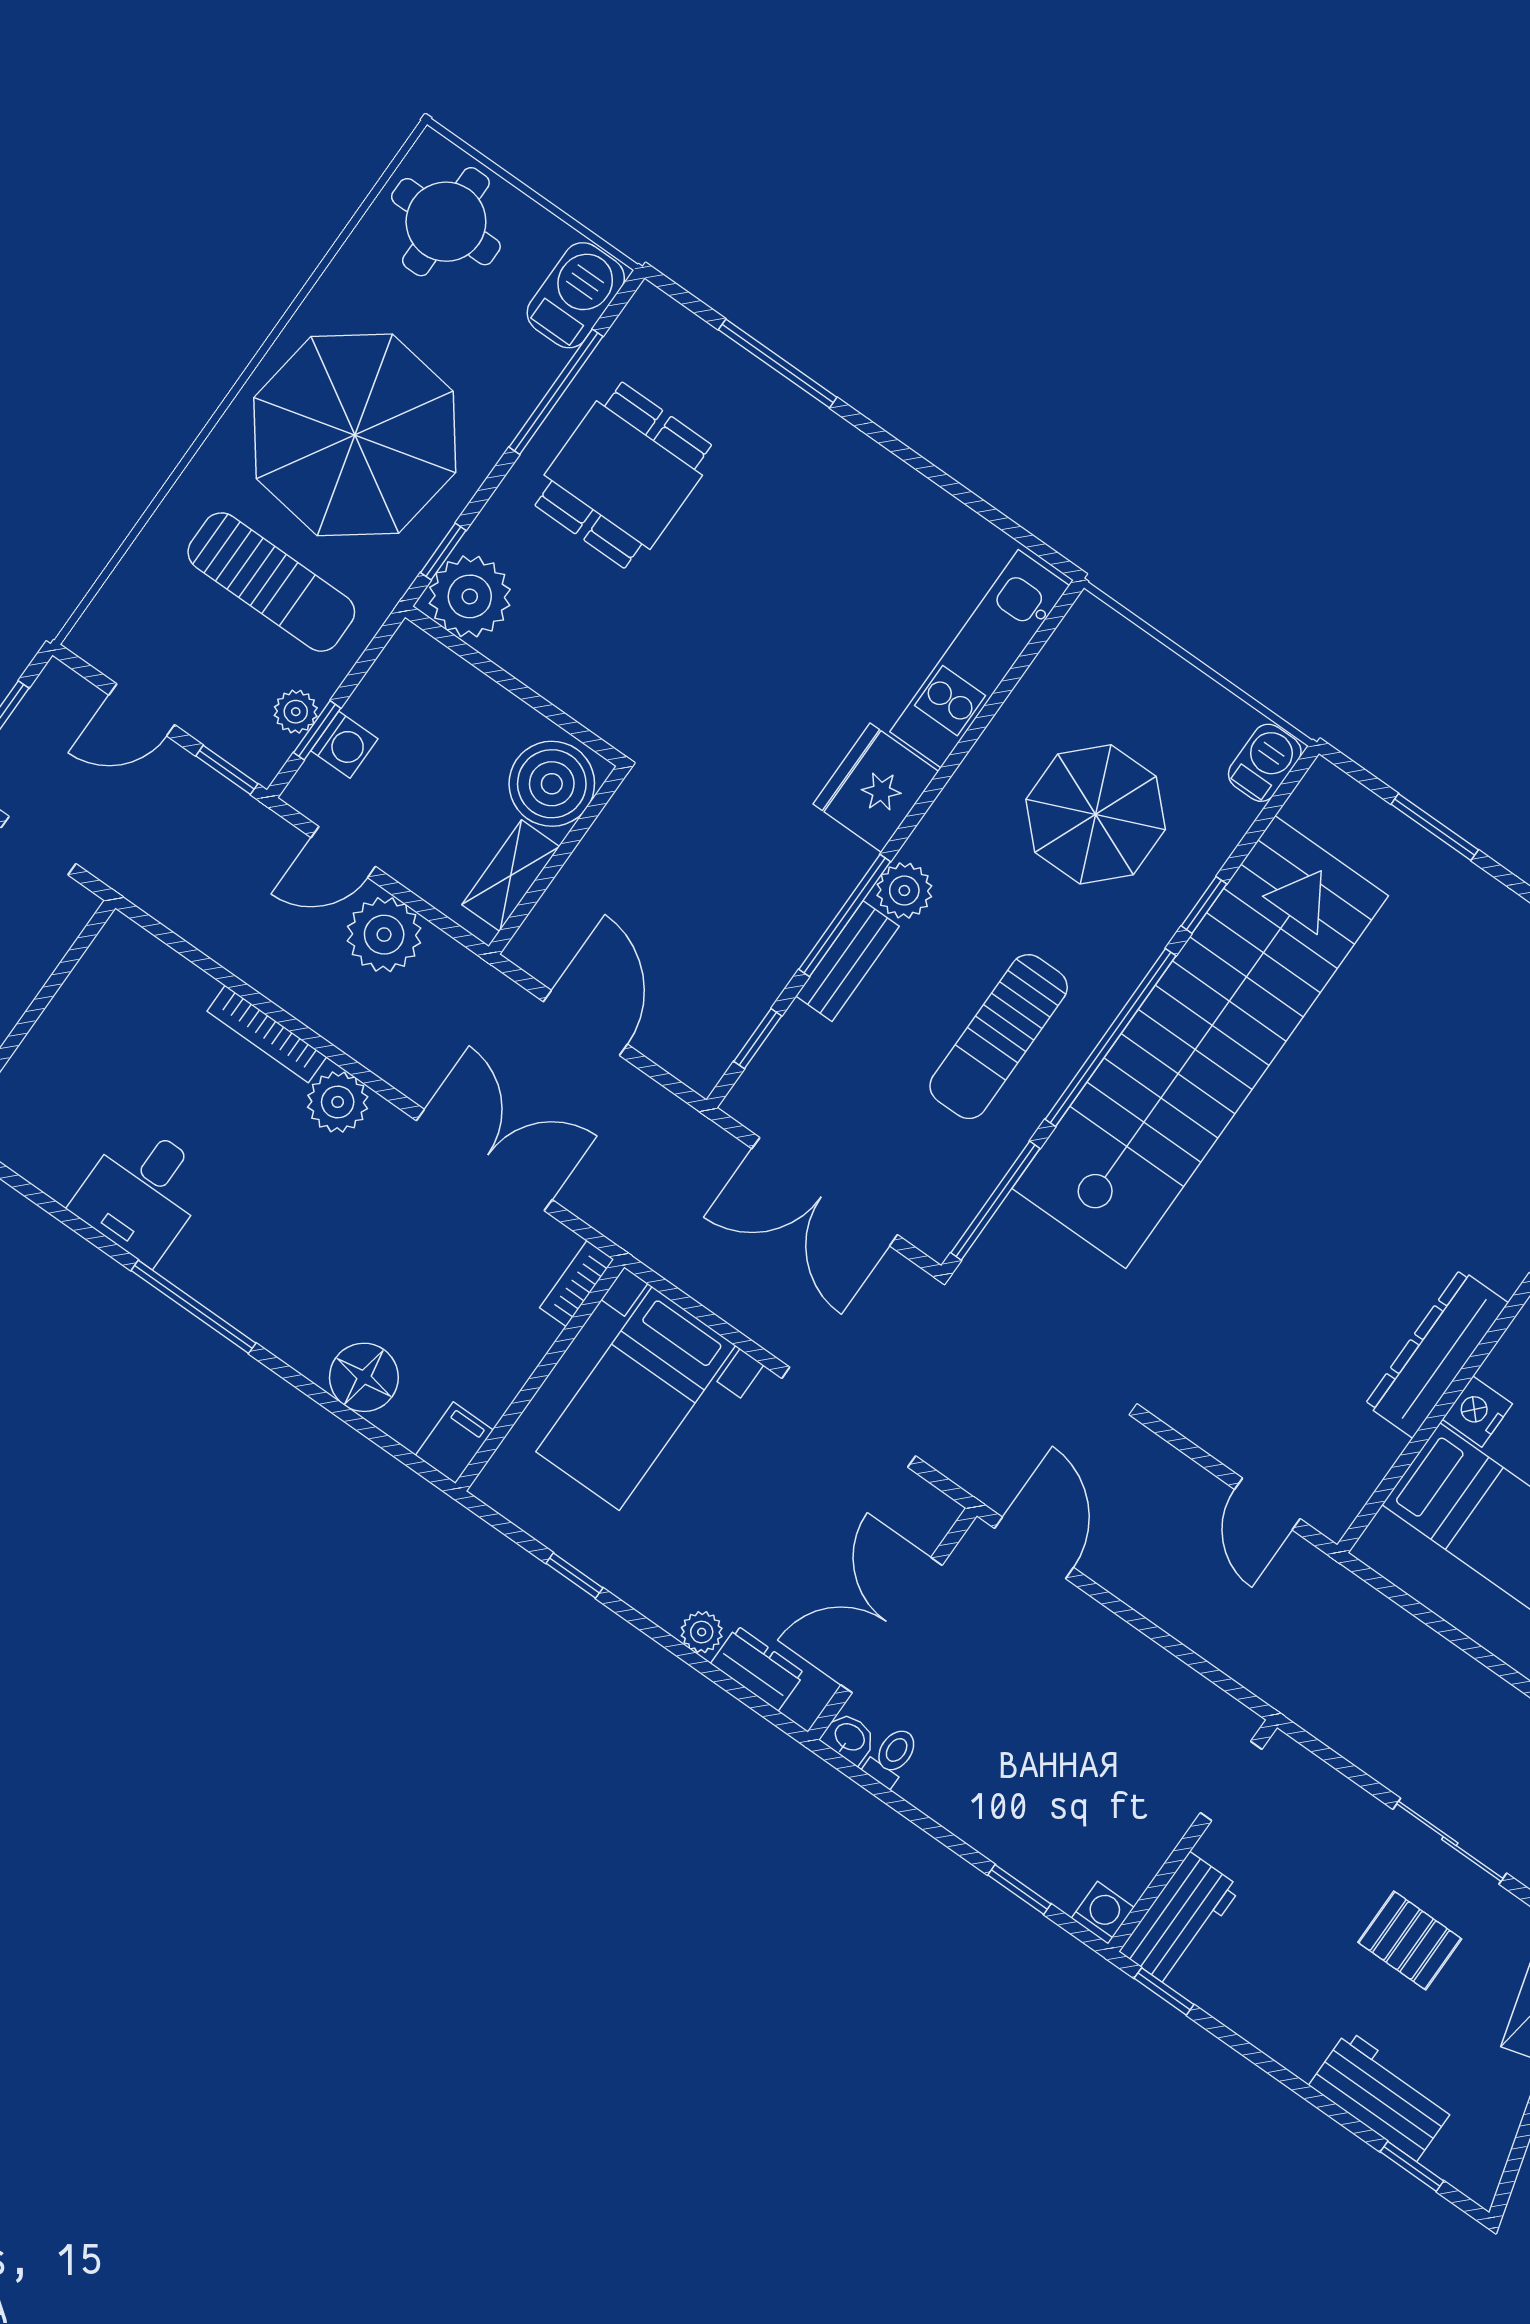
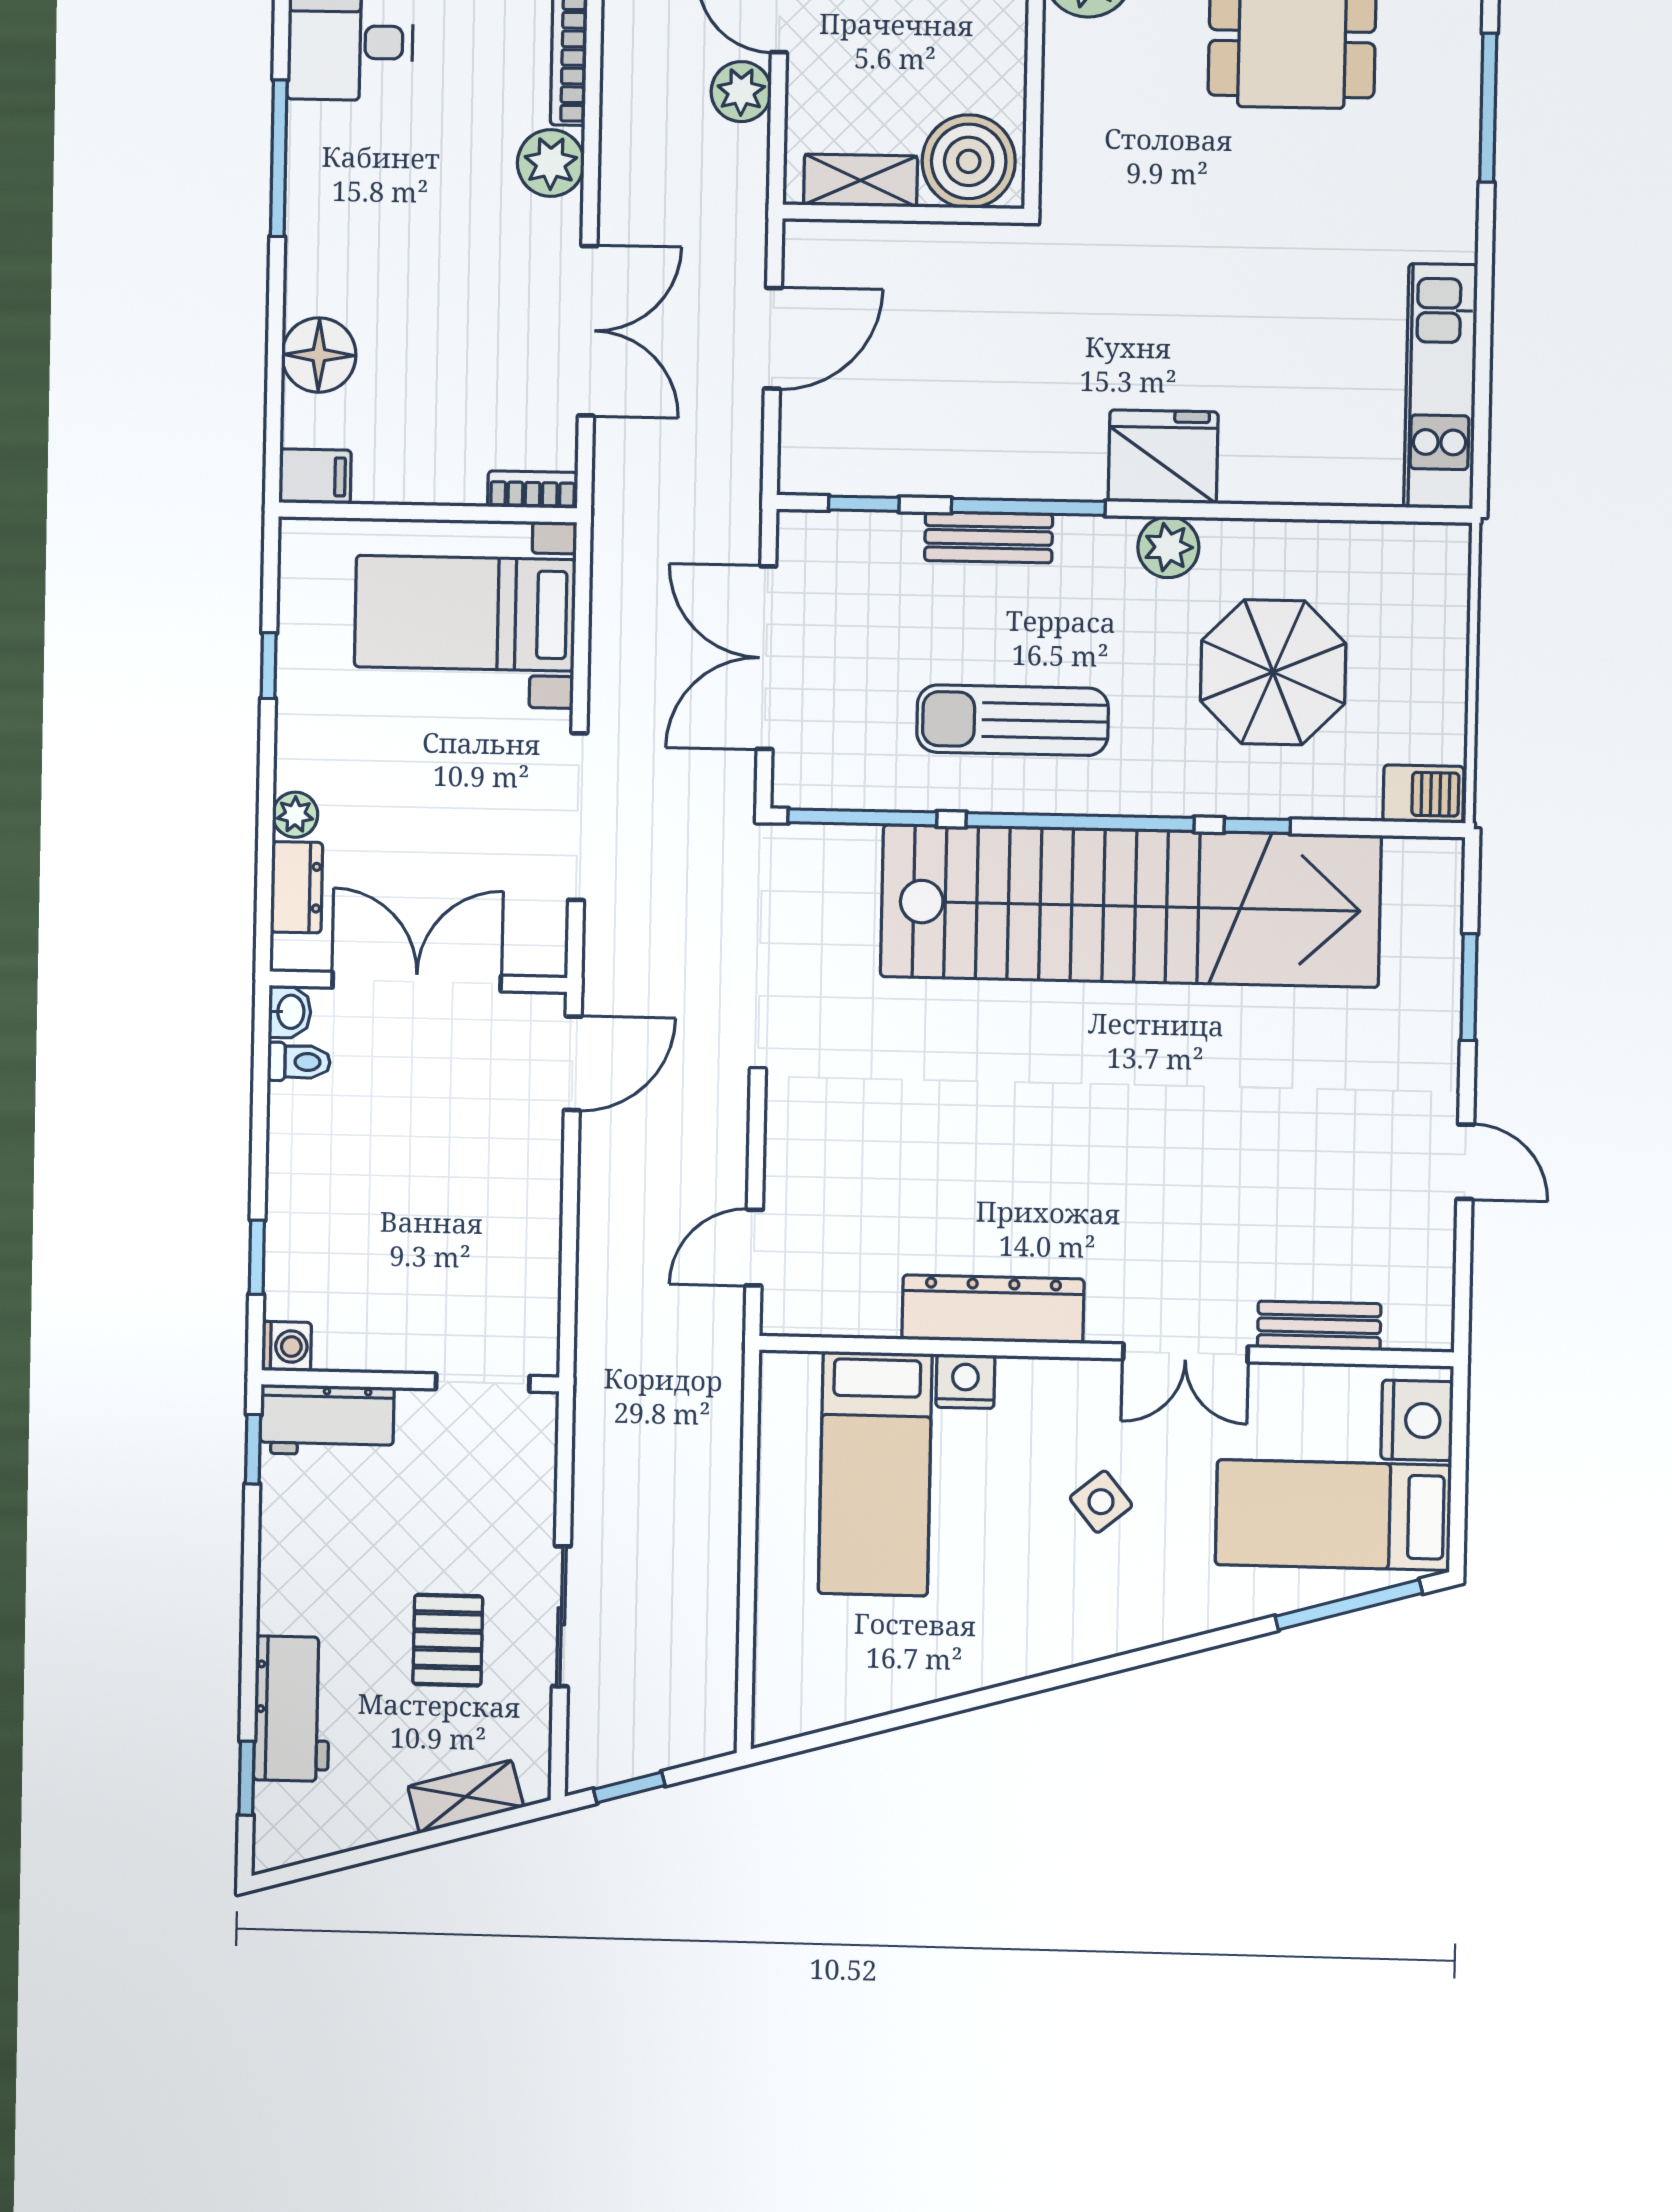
kitchen unit: (980, 659) -> (1441, 386), moved, turned -90
plant: (904, 891) -> (1168, 547), moved
plant: (384, 935) -> (741, 92), width x0.73, depth x0.73

